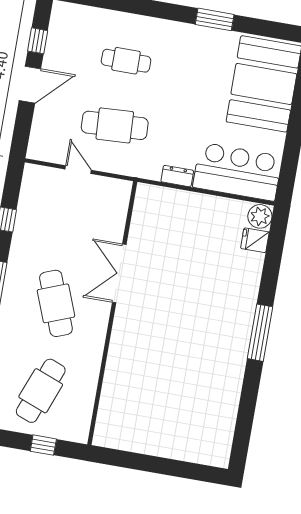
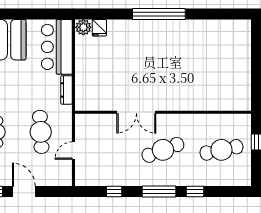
dresser: (177, 176) -> (67, 90), width x1.44
window: (260, 333) -> (159, 14), width x1.46
cafe table: (41, 391) -> (221, 150), turned -33

